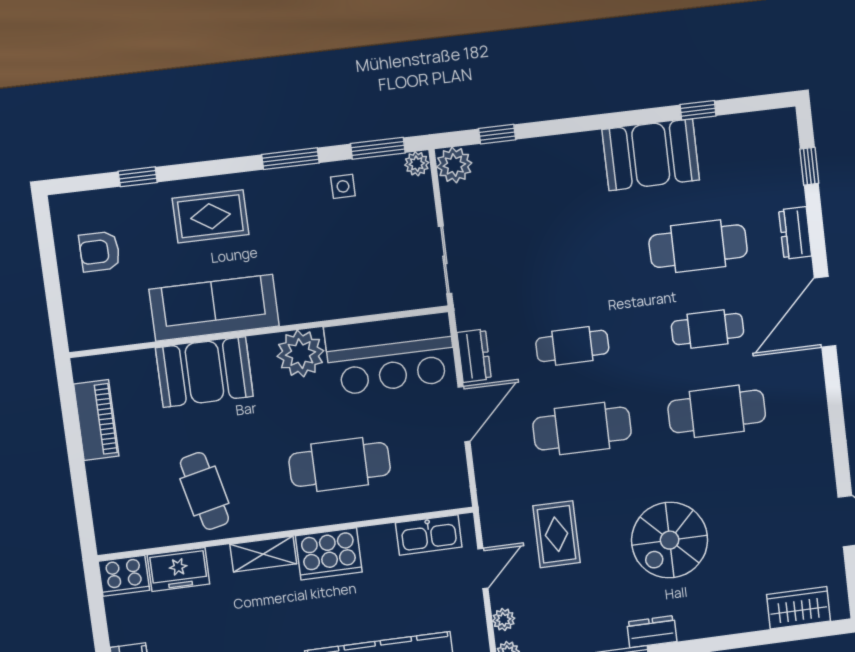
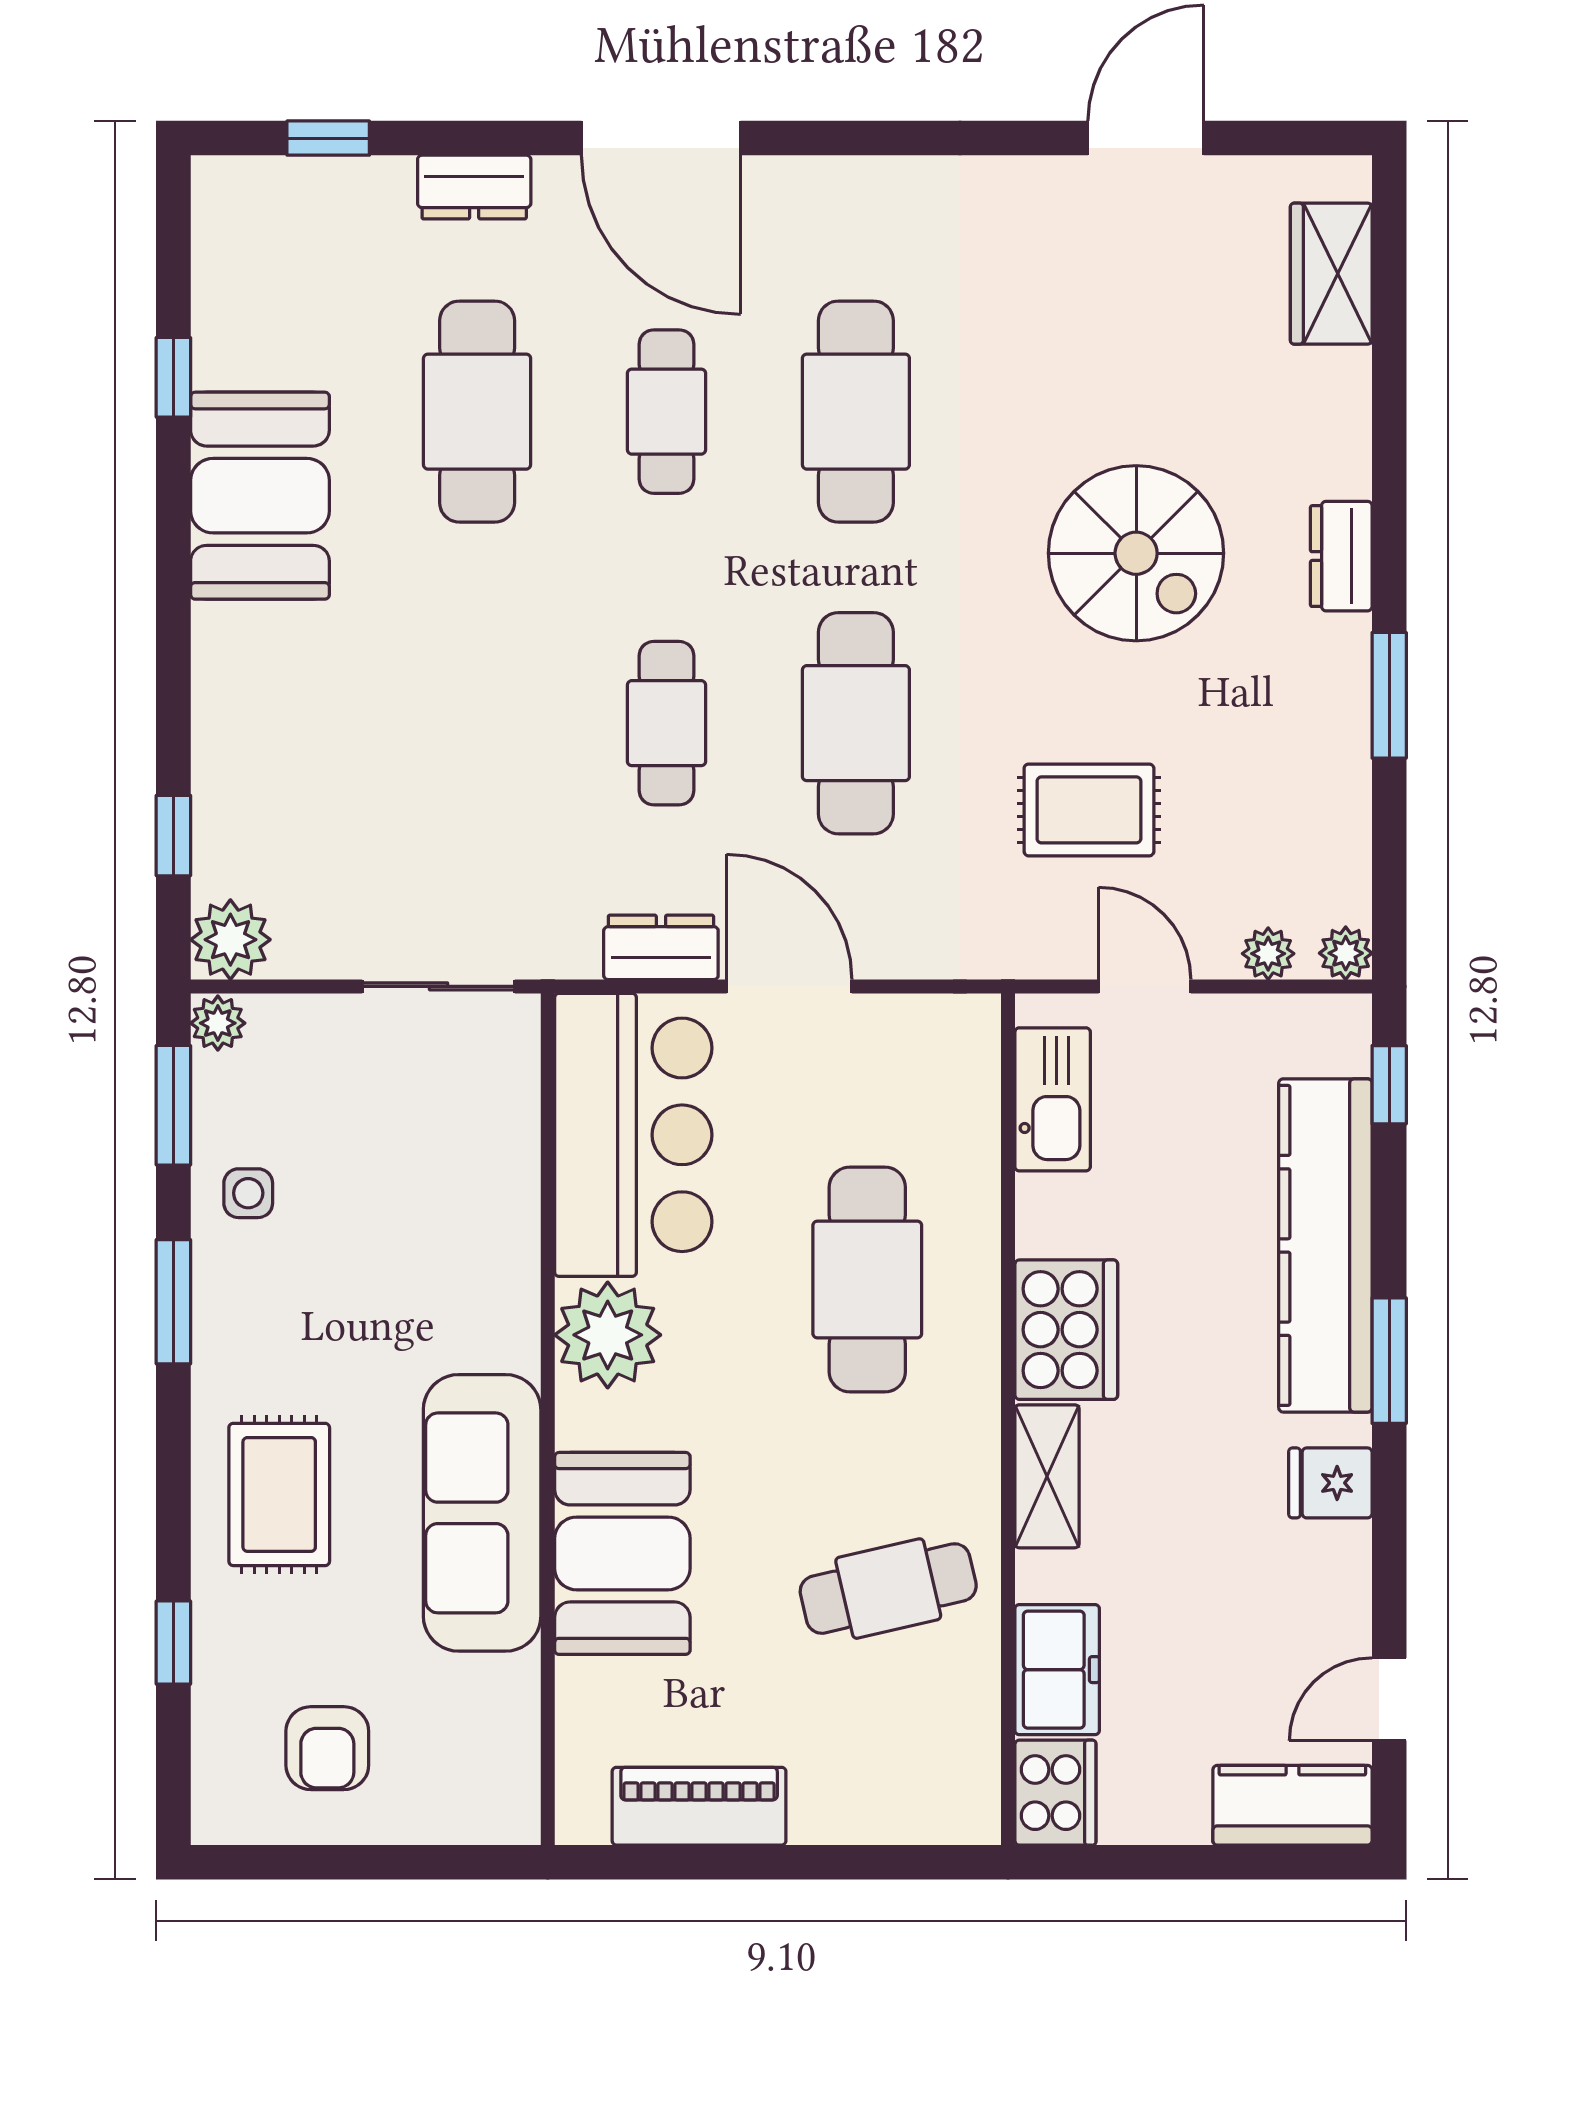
dresser: (652, 632) -> (1341, 556), moved

